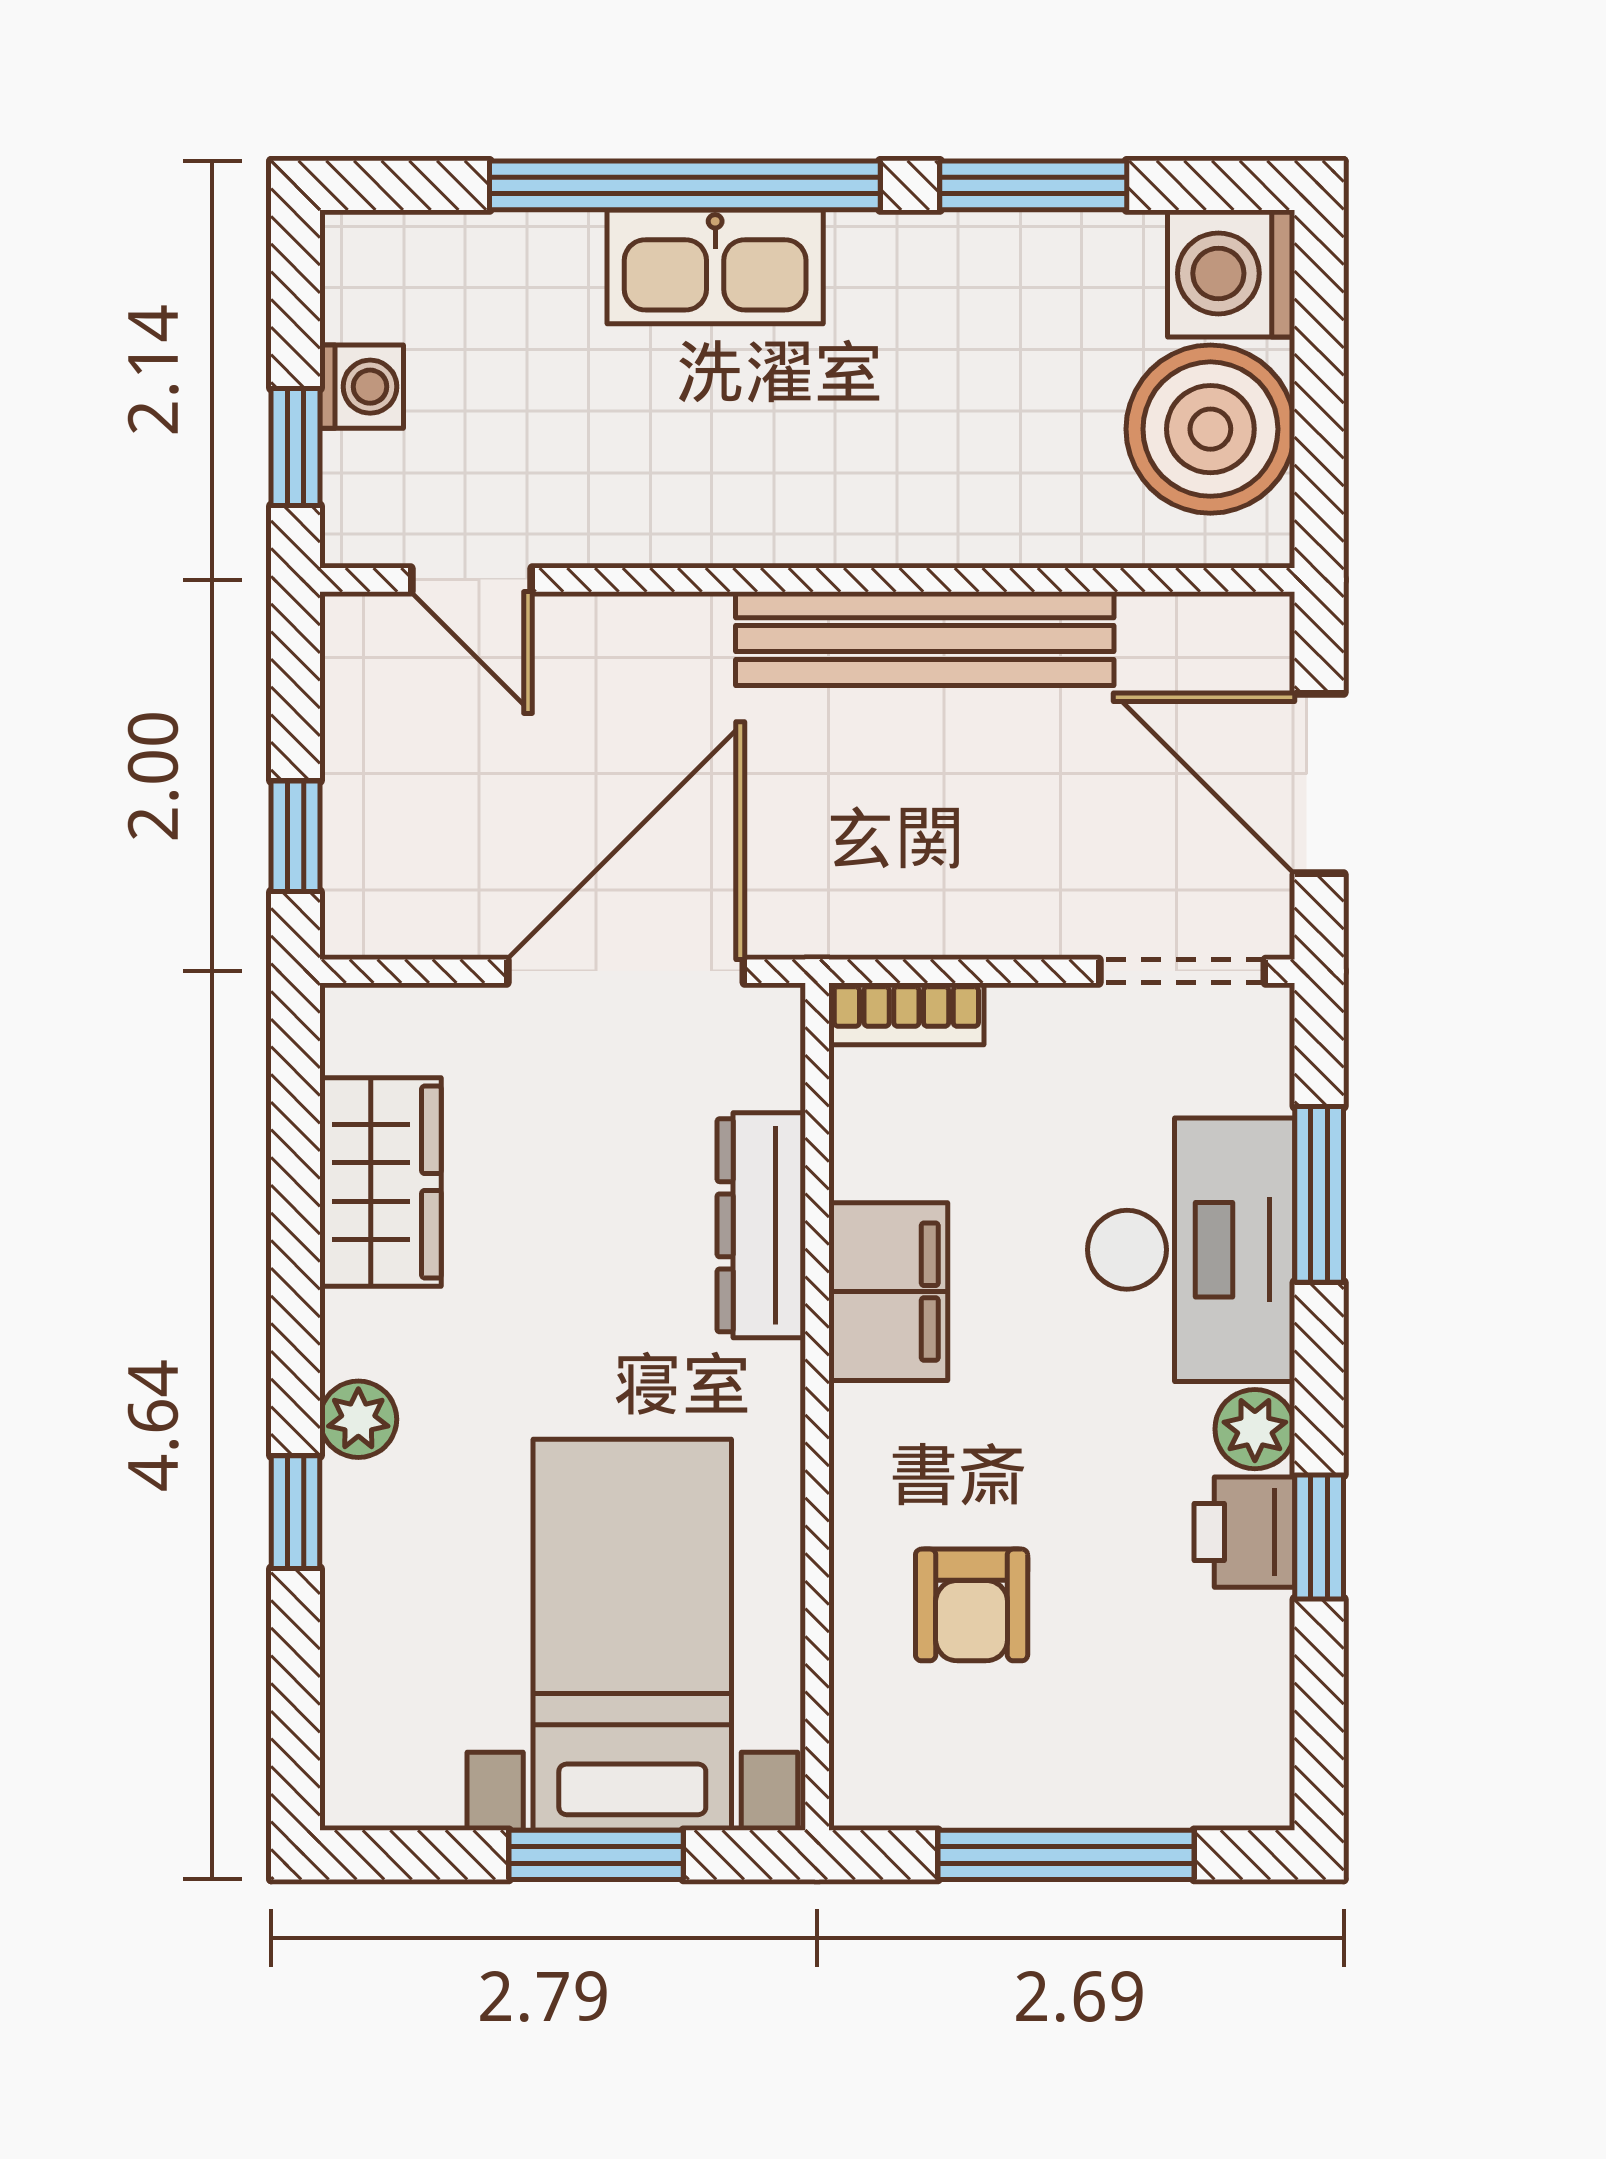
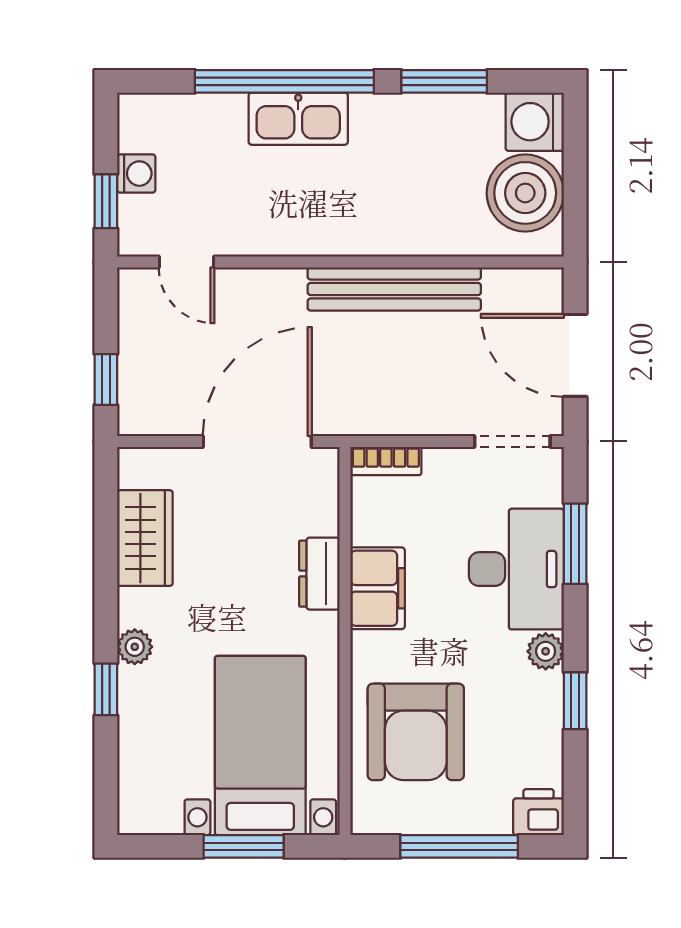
dresser: (761, 1225) -> (319, 574), width x0.70
printer: (1244, 1532) -> (539, 812), moved, turned 90
armchair: (972, 1605) -> (416, 732), width x1.88, depth x1.88

